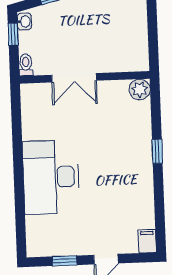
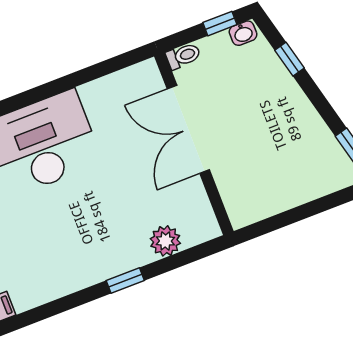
double door: (74, 78) -> (188, 129), width x1.37
plant: (140, 90) -> (165, 241), moved

